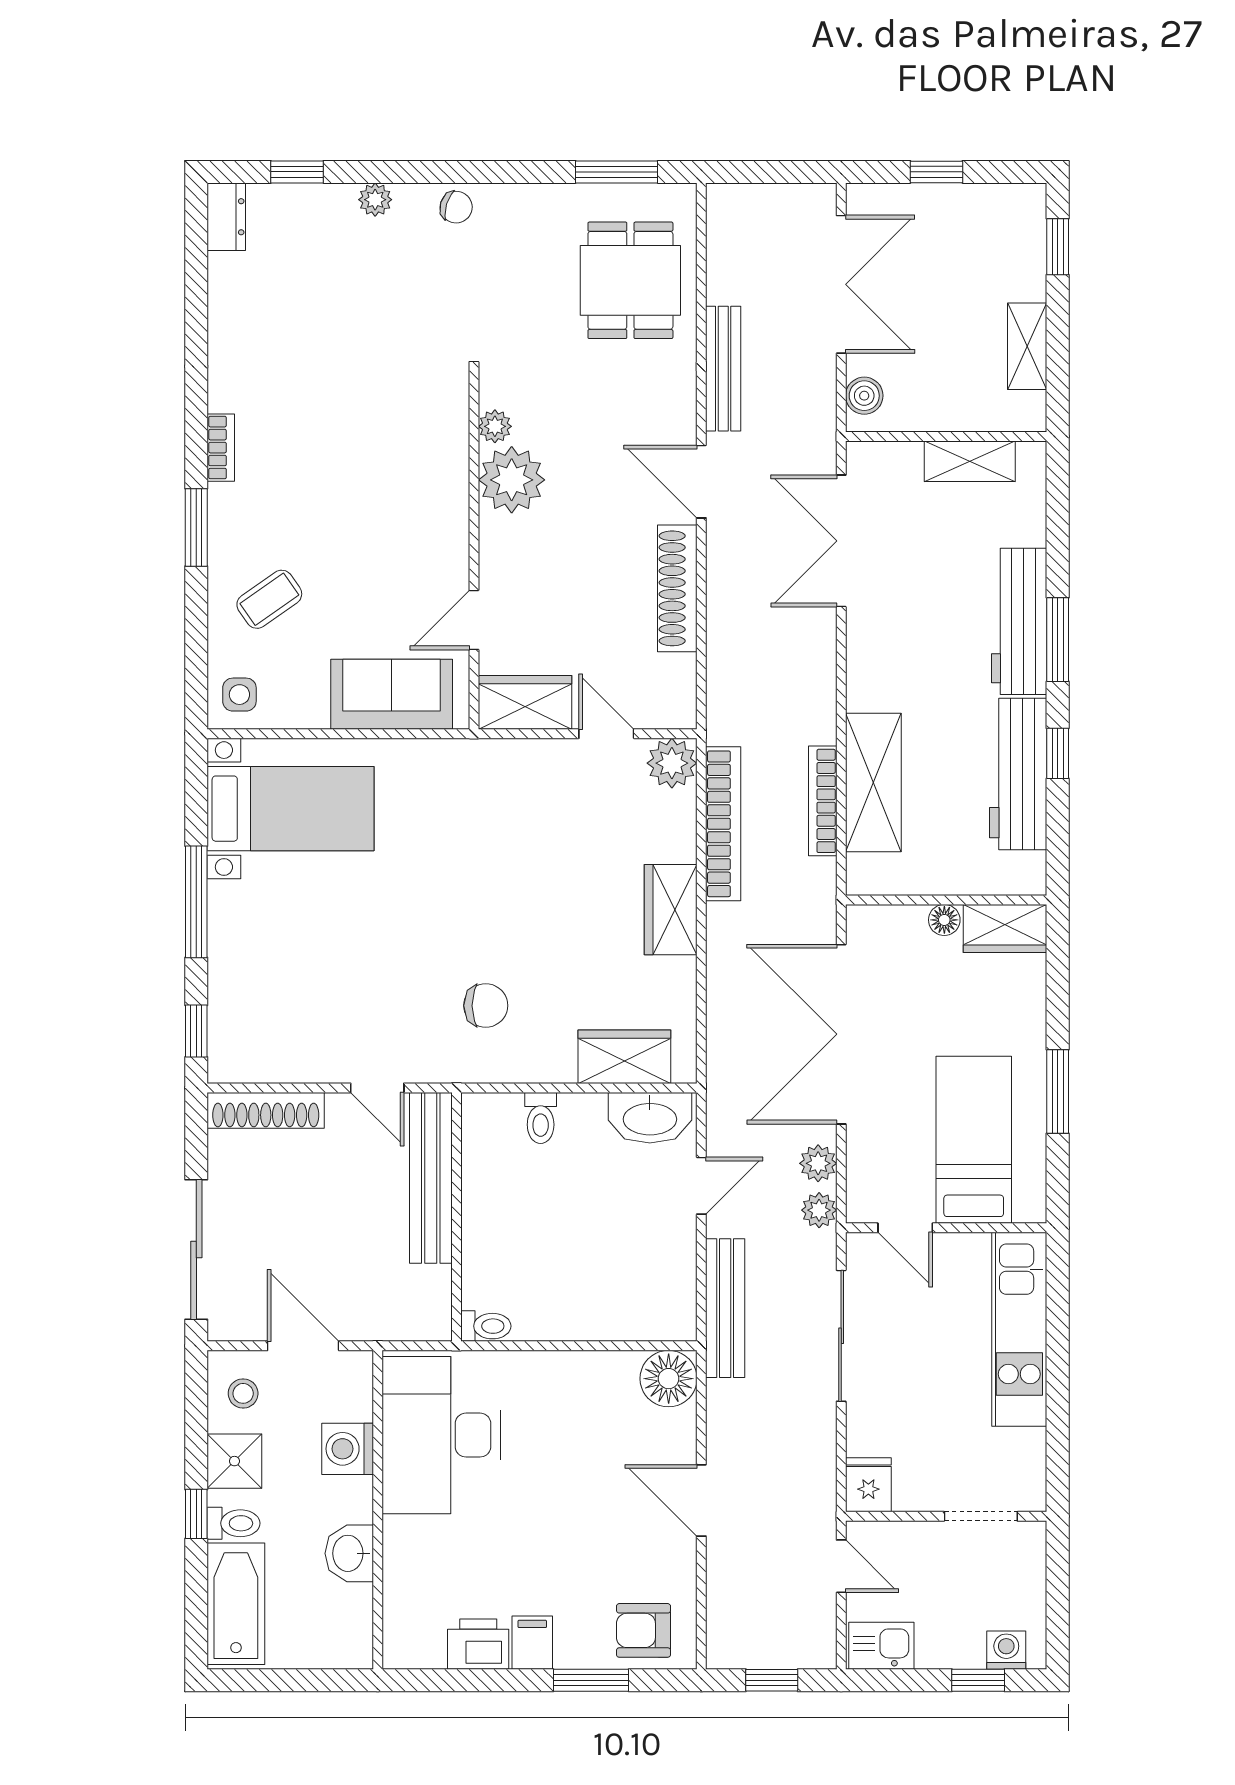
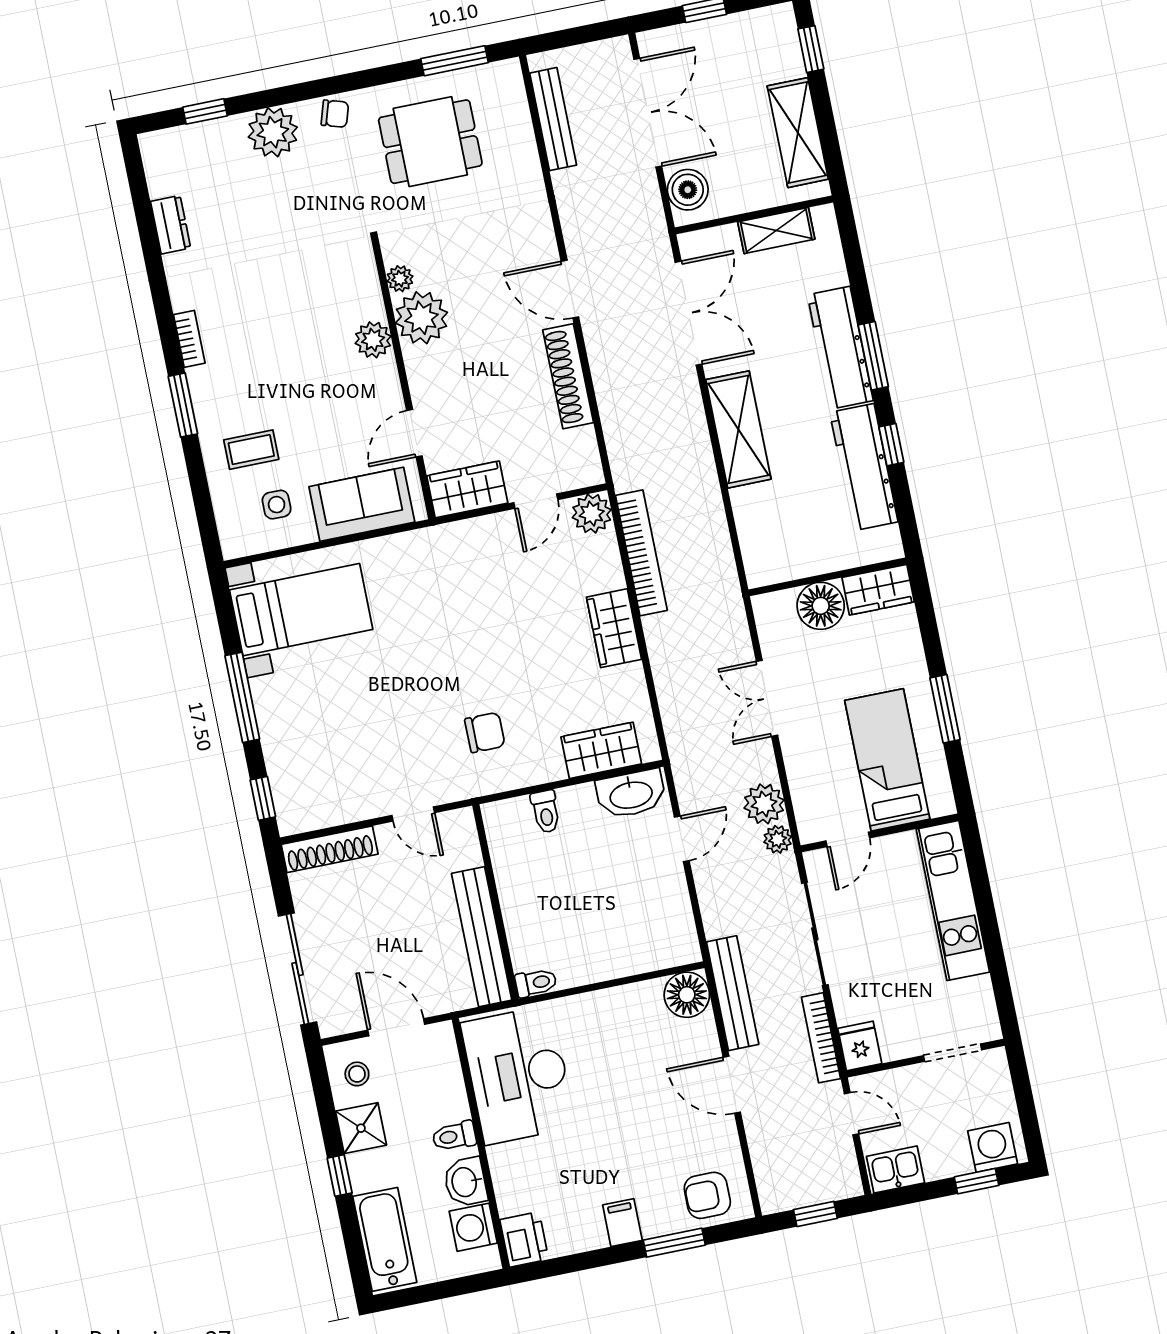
plant: (375, 200) -> (273, 132), width x1.87, depth x1.87
dresser: (226, 217) -> (171, 225), moved
dining table: (630, 280) -> (430, 142), moved, turned 90
shelving: (1027, 346) -> (798, 133), width x1.50, depth x1.33
bench: (723, 369) -> (553, 119), moved
boiler: (864, 396) -> (688, 190), width x1.36, depth x1.36
plant: (447, 495) -> (373, 340), added
double door: (841, 541) -> (689, 313), swing flipped
coffee table: (269, 599) -> (251, 450), turned 35
side table: (239, 695) -> (277, 505), moved
door: (606, 734) -> (536, 501), swing flipped
shelving: (873, 782) -> (738, 429), moved
bookcase: (823, 801) -> (821, 1038), moved
floor lamp: (944, 920) -> (821, 606), width x1.89, depth x1.89
double door: (841, 1034) -> (767, 698), width x0.54
plant: (818, 1163) -> (764, 804), width x1.38, depth x1.38
bench: (431, 1178) -> (482, 937), moved
door: (905, 1228) -> (848, 839), hinge flipped
bench: (725, 1308) -> (733, 993), moved
washing machine: (348, 1449) -> (473, 1227), moved
toilet: (234, 1523) -> (454, 1136), moved, turned 180
printer: (478, 1644) -> (524, 1239), moved, turned 90
washing machine: (1006, 1650) -> (993, 1147), width x1.38, depth x1.38

